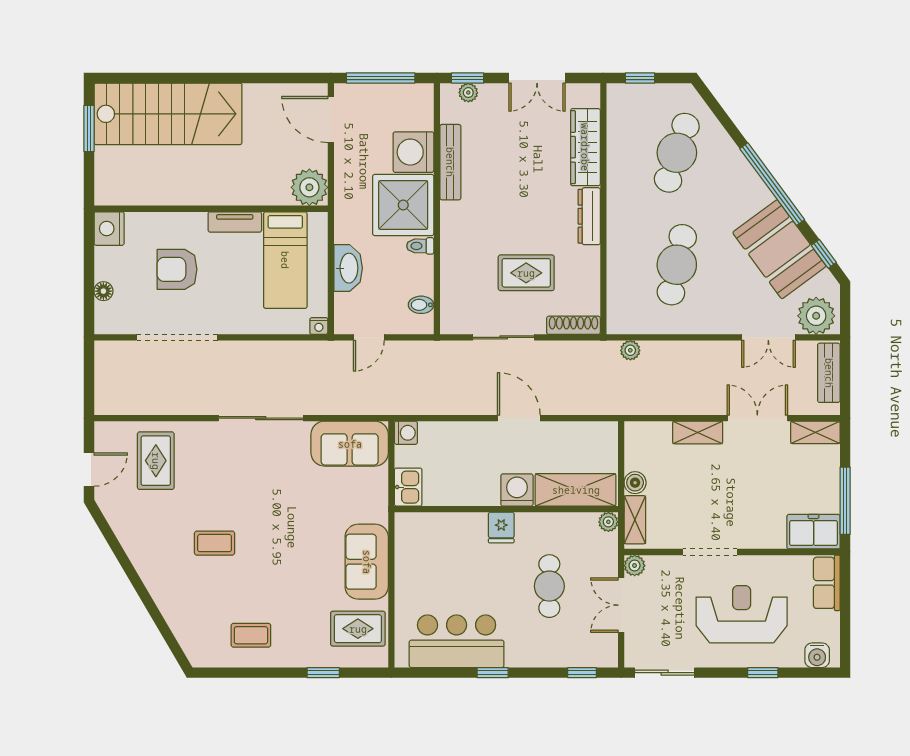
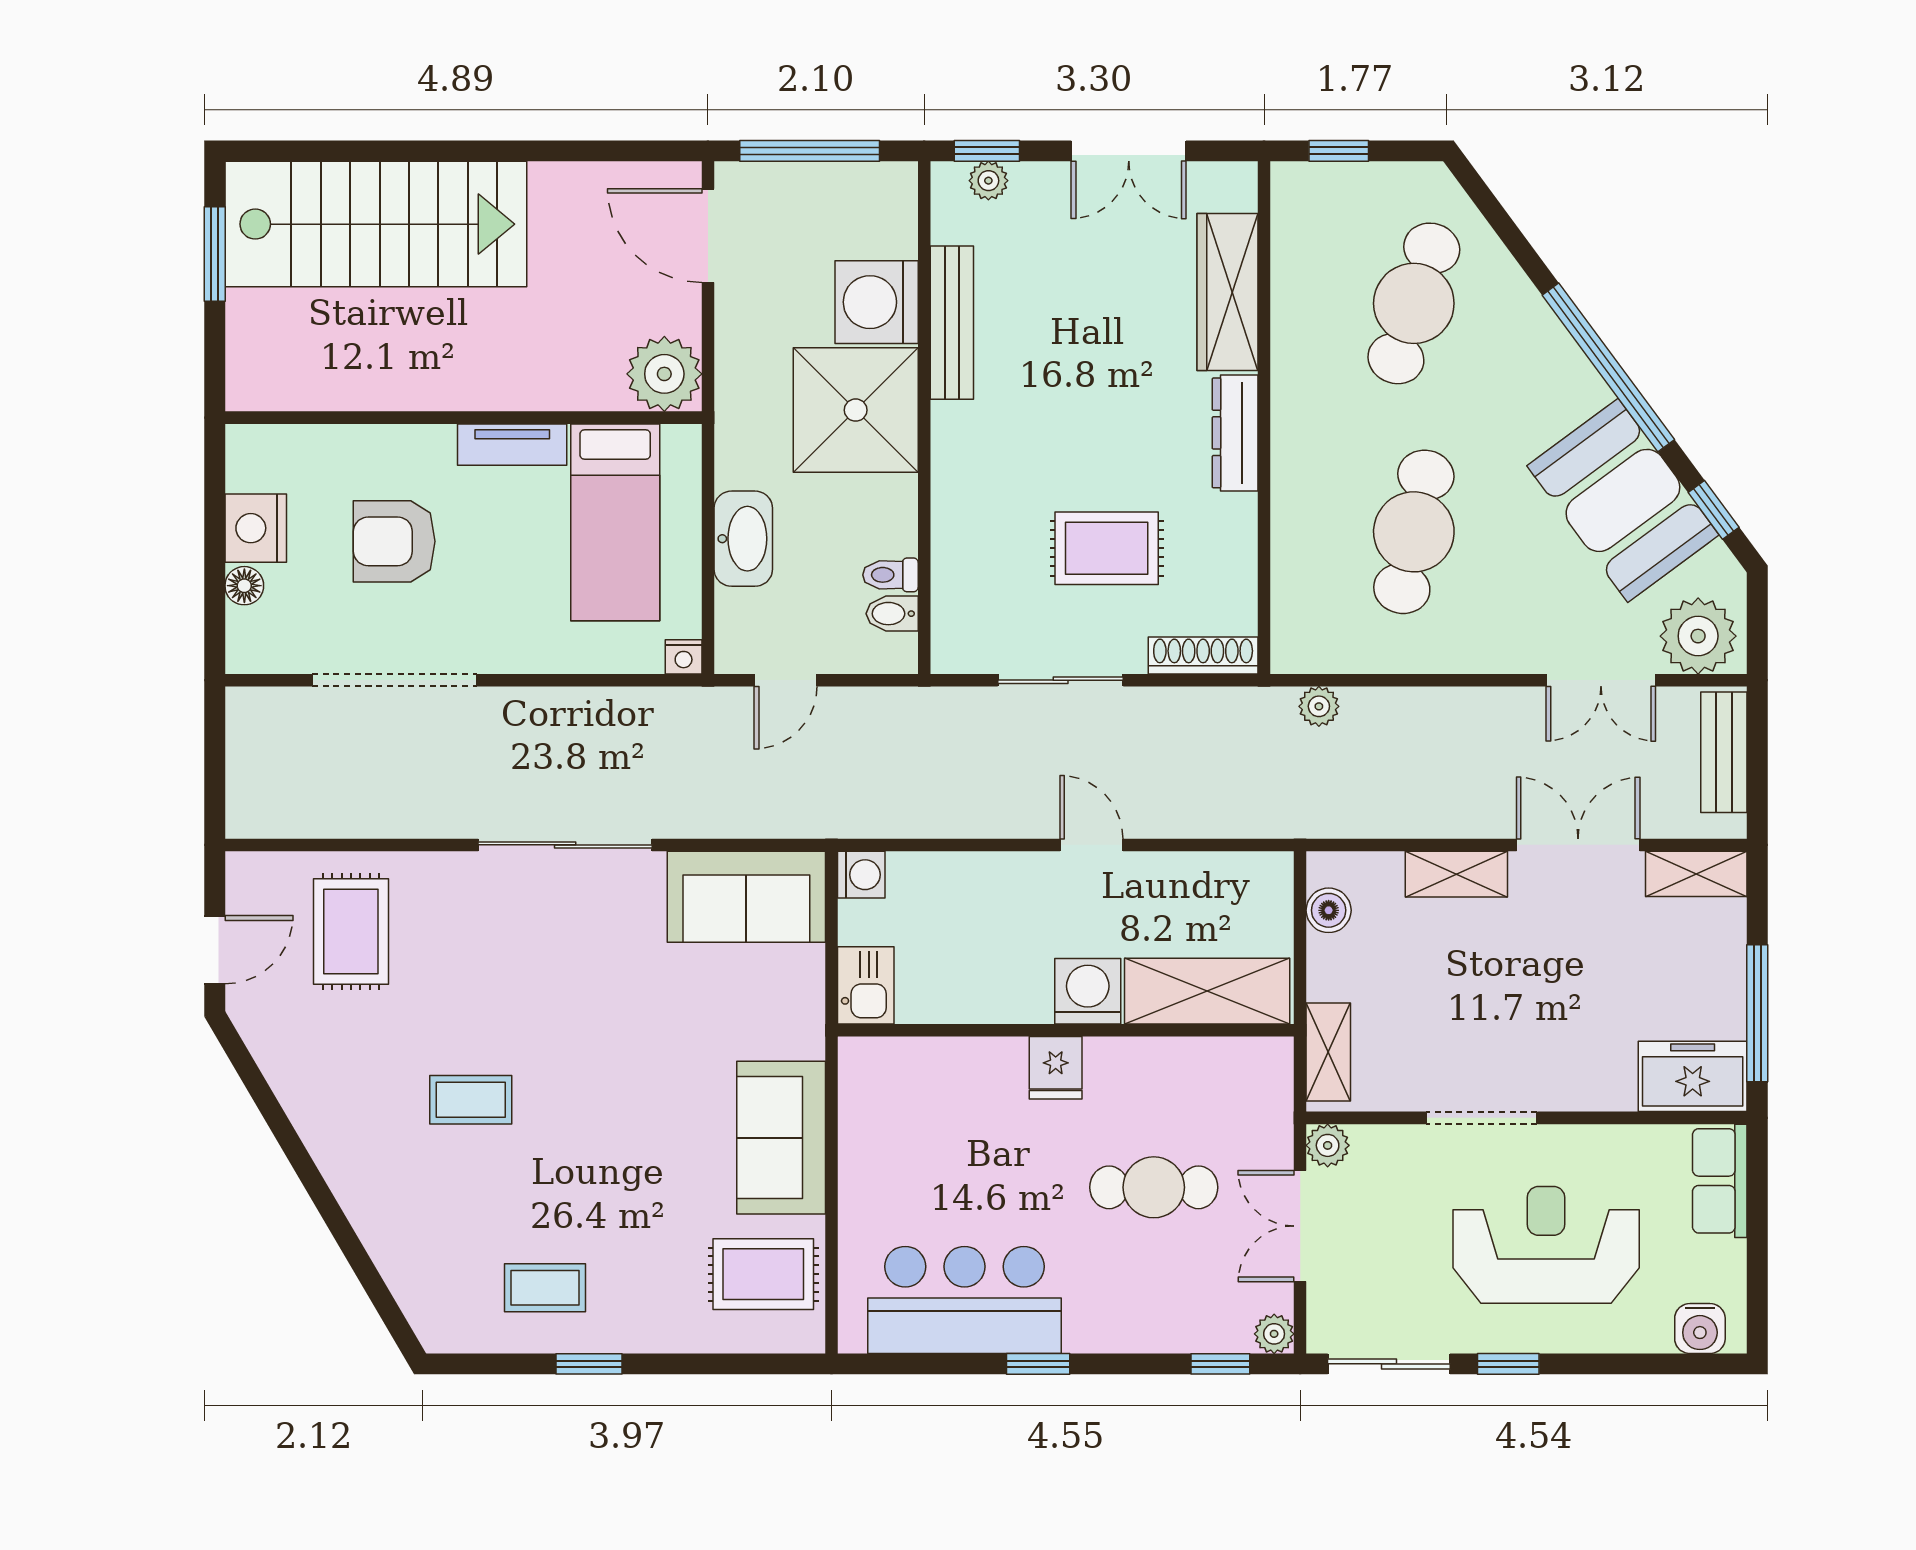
nightstand: (109, 229) -> (256, 528), moved
toilet: (420, 246) -> (890, 575), moved
door: (519, 418) -> (1091, 845), width x0.73
boiler: (635, 483) -> (1329, 910), moved
plant: (608, 522) -> (1274, 1334), moved
cafe table: (549, 586) -> (1154, 1187), turned 90
window: (323, 673) -> (589, 1364), moved
window: (763, 673) -> (1508, 1364), moved

